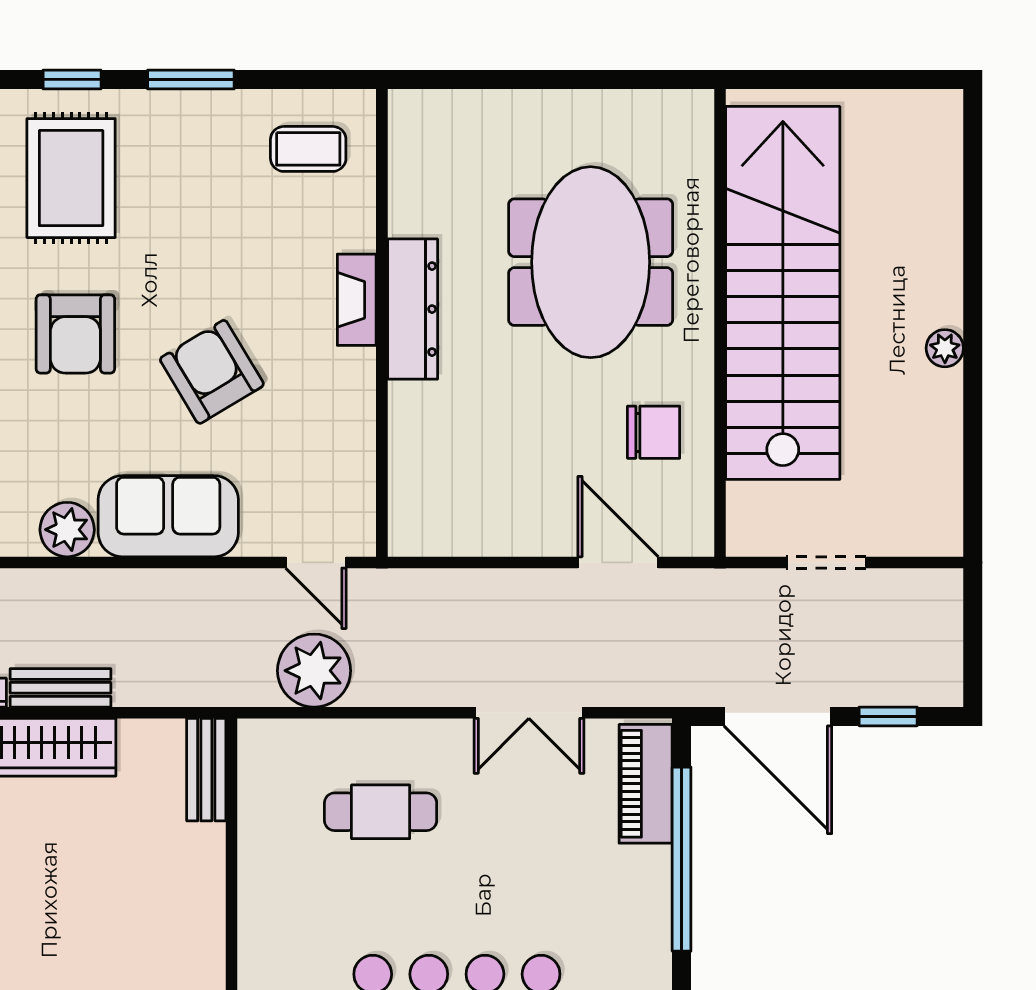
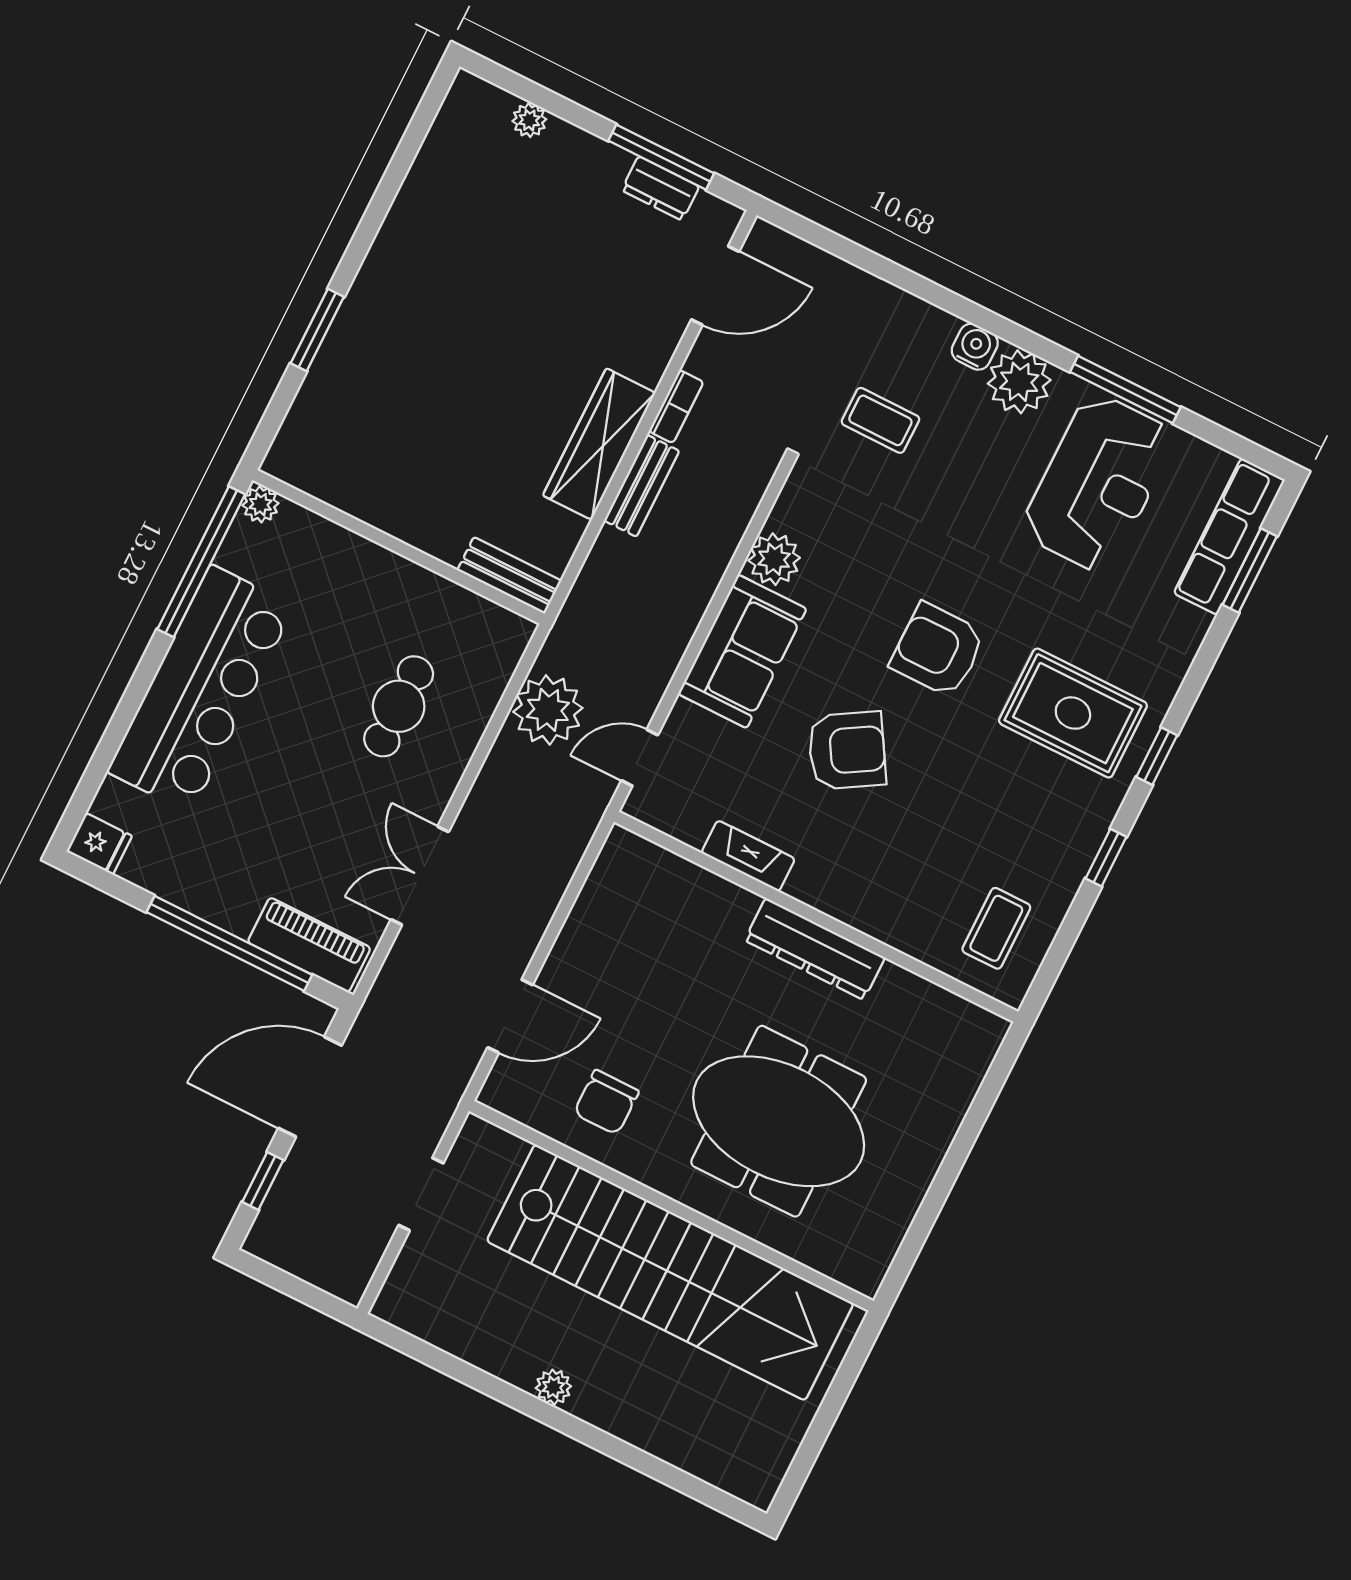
window: (191, 79) -> (1106, 858), width x0.67
fireplace: (357, 300) -> (748, 856), moved

